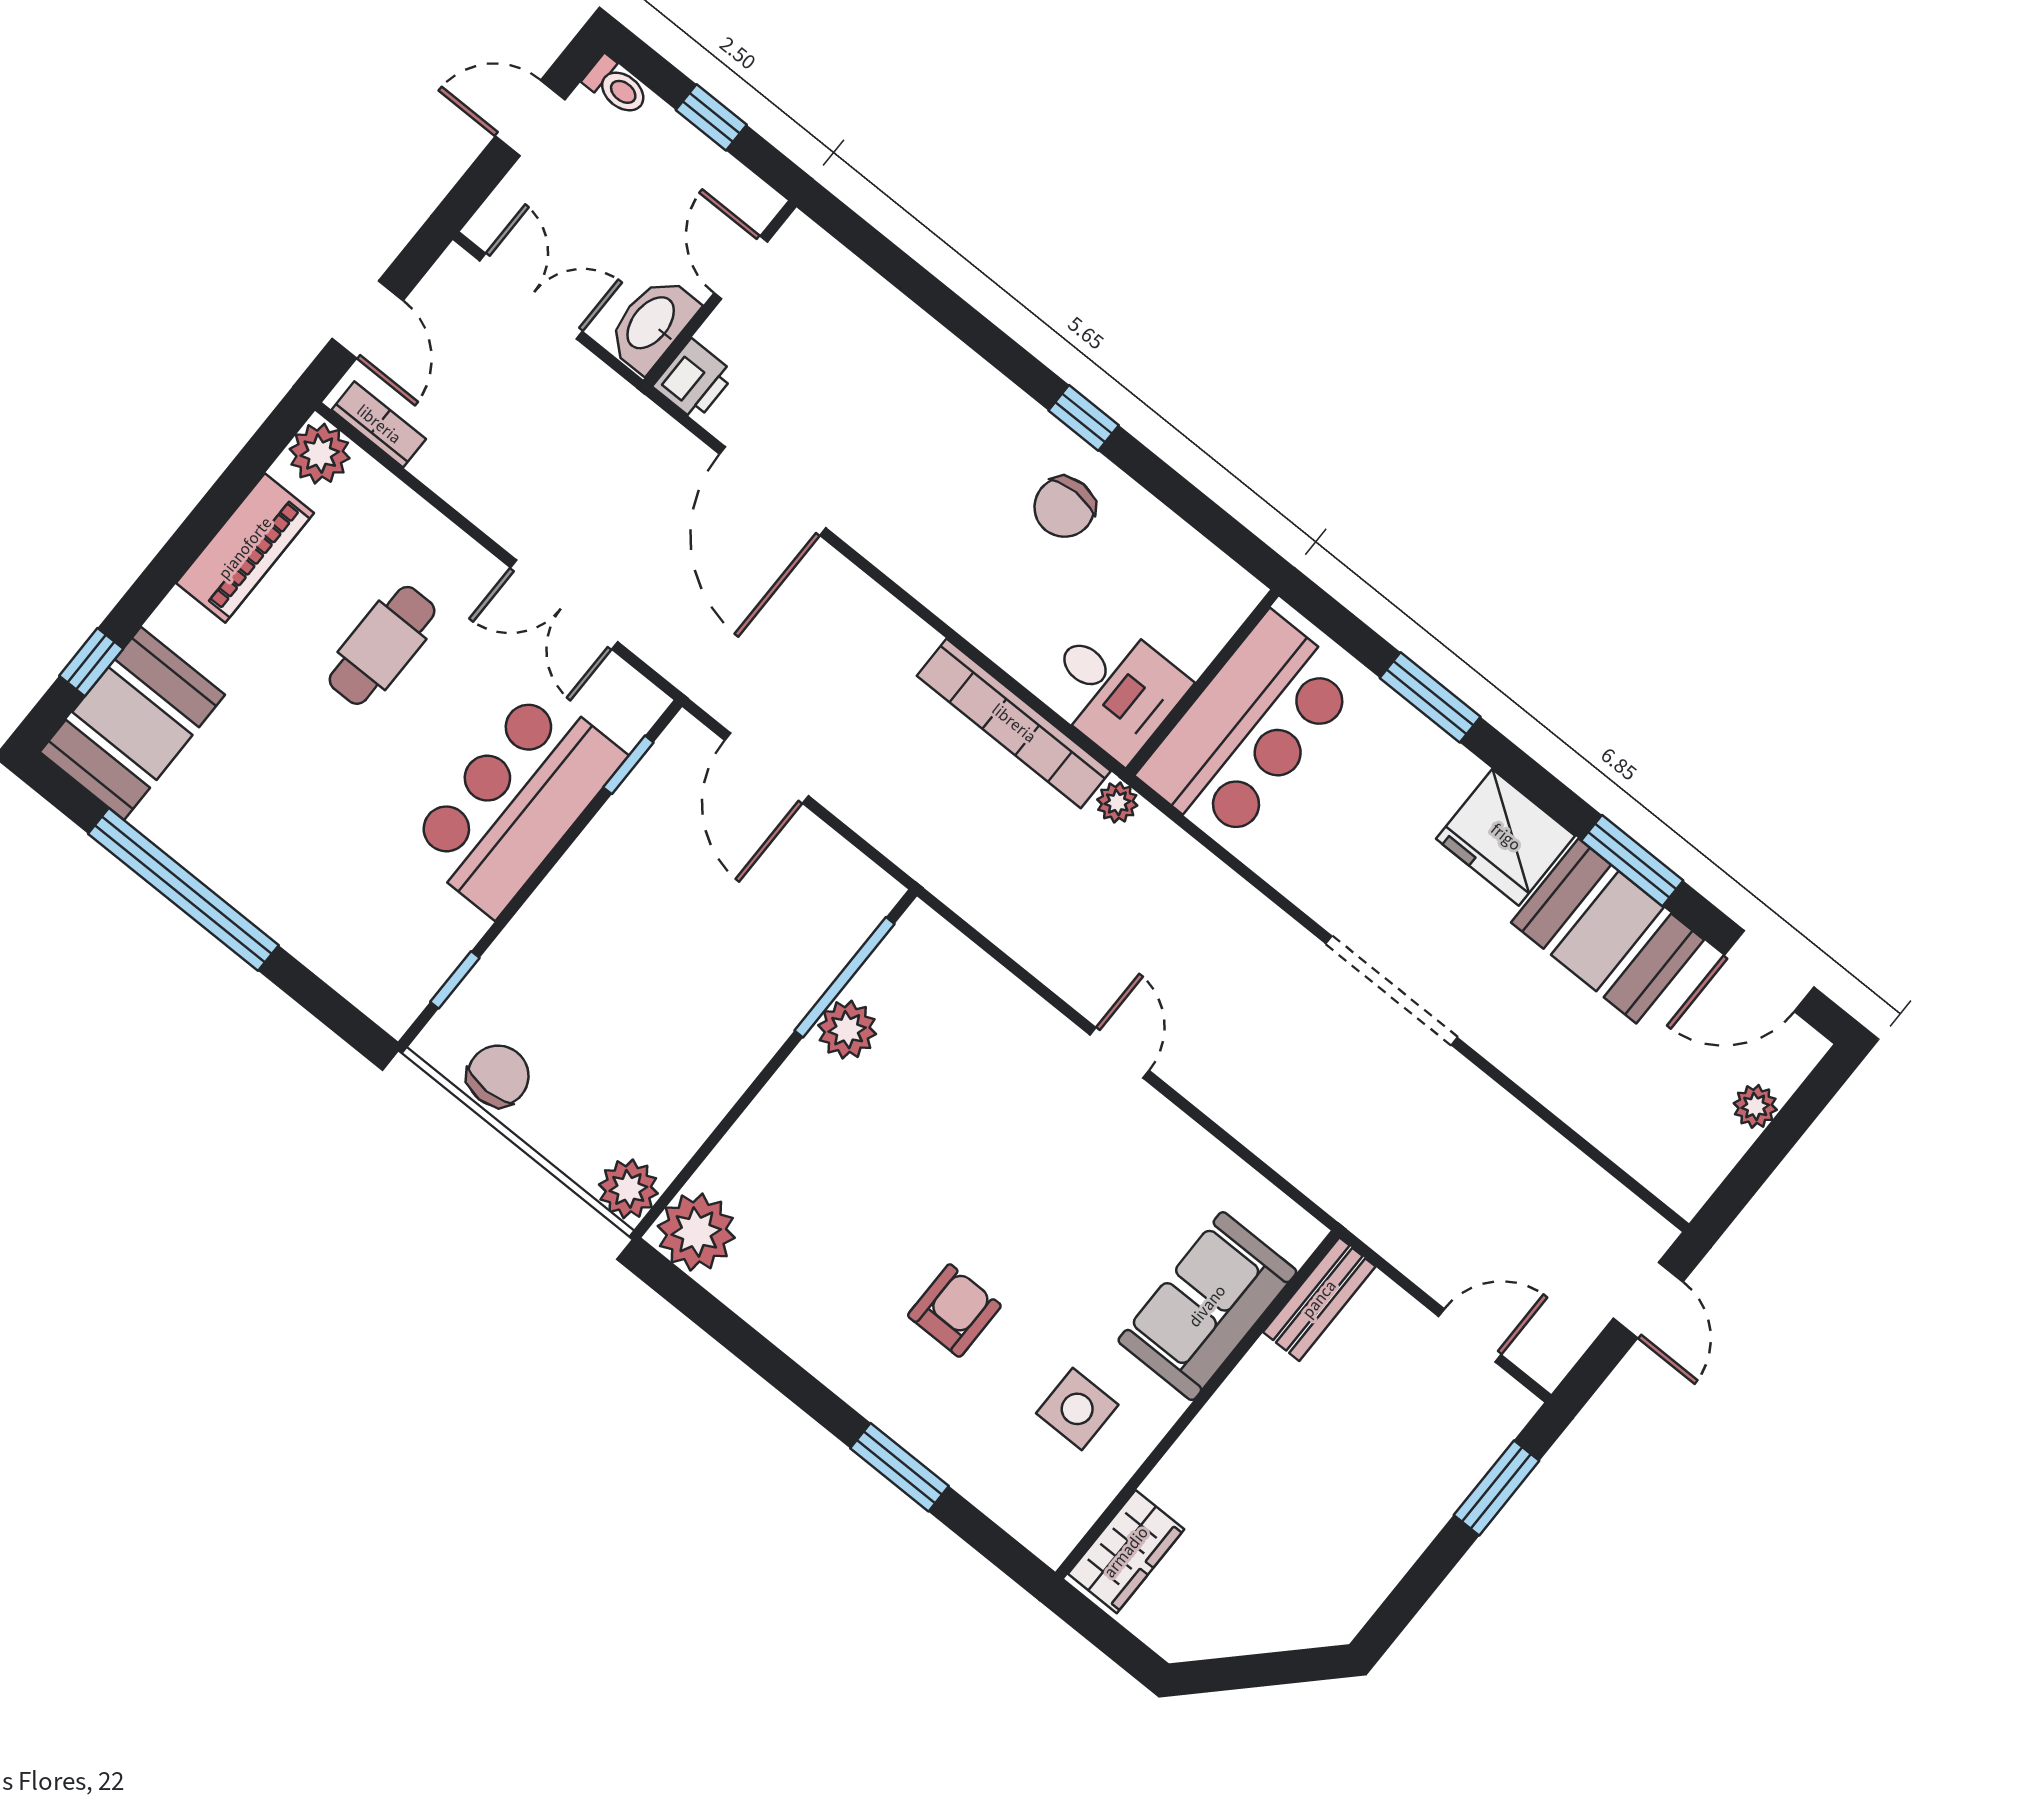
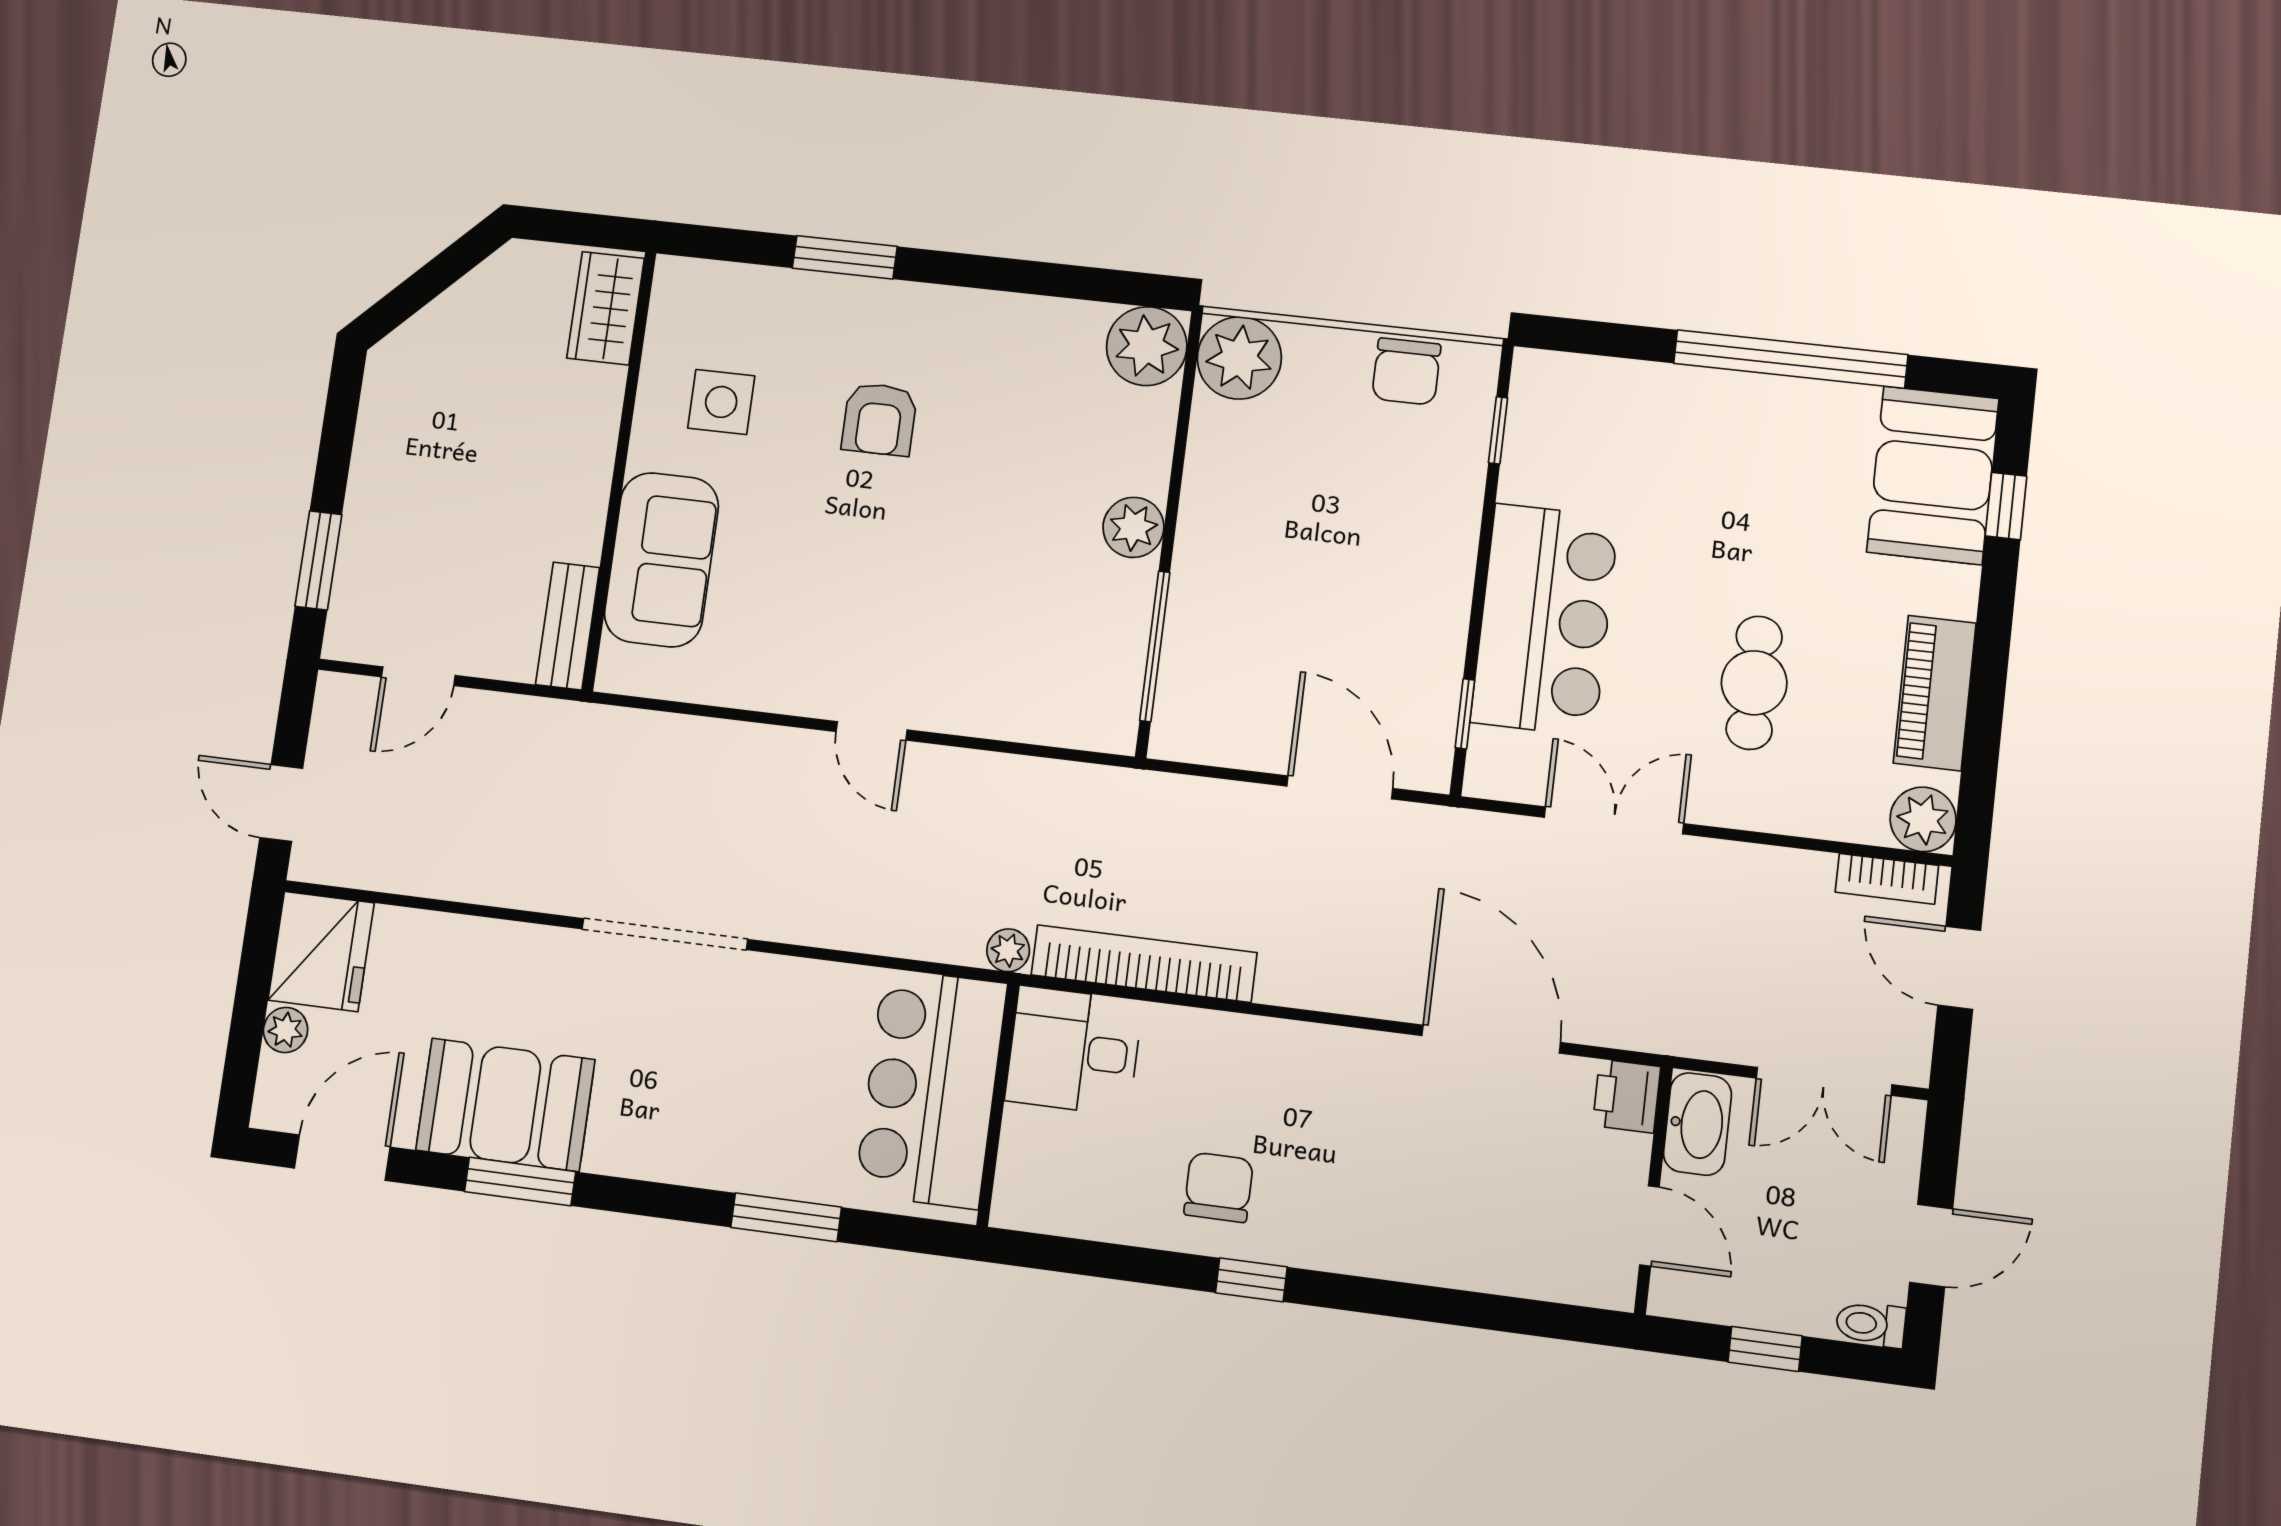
fridge: (1506, 837) -> (321, 952), moved, turned 90
plant: (847, 1030) -> (1133, 527), moved
plant: (628, 1189) -> (1239, 358), width x1.36, depth x1.36

